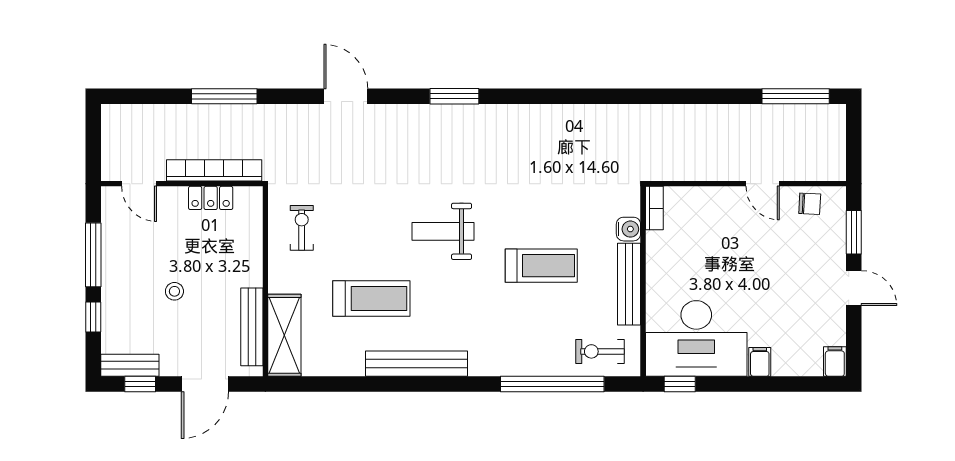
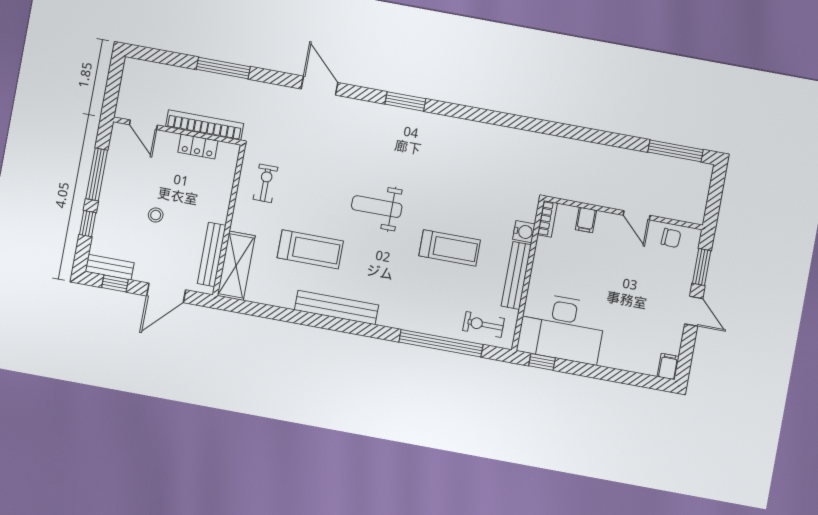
filing cabinet: (760, 362) -> (586, 220), moved, turned 180

